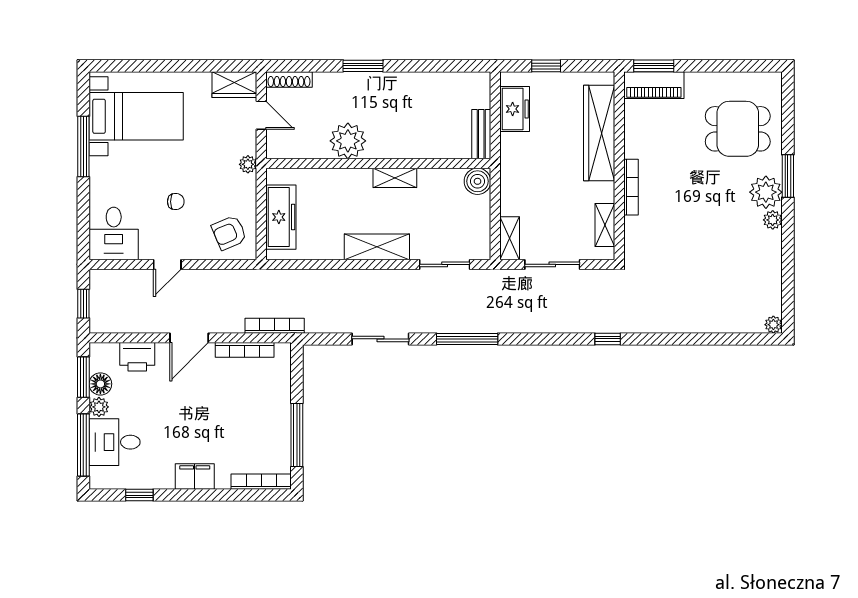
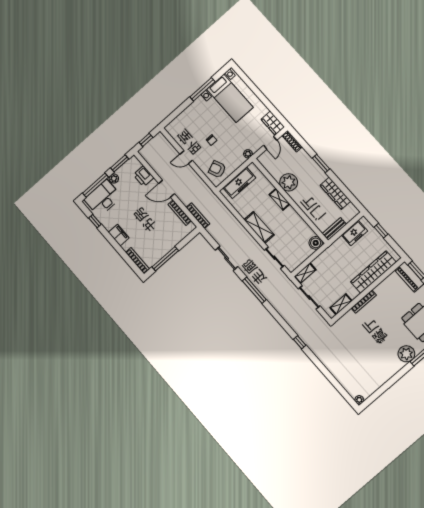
wardrobe: (428, 85) -> (335, 193), added
shelving: (395, 178) -> (279, 199), moved
plant: (773, 220) -> (398, 365), removed
desk: (114, 233) -> (181, 128), removed
floor lamp: (100, 384) -> (122, 172), removed
desk: (115, 442) -> (103, 198), width x1.37

